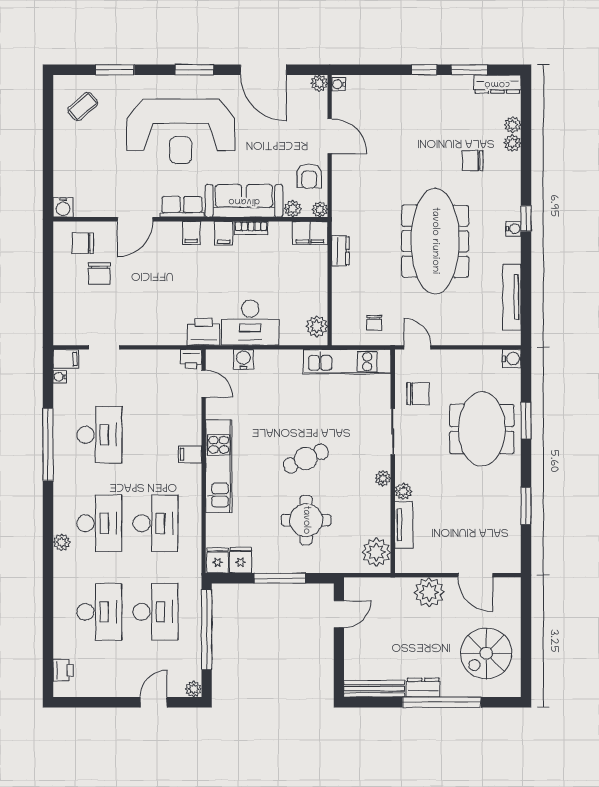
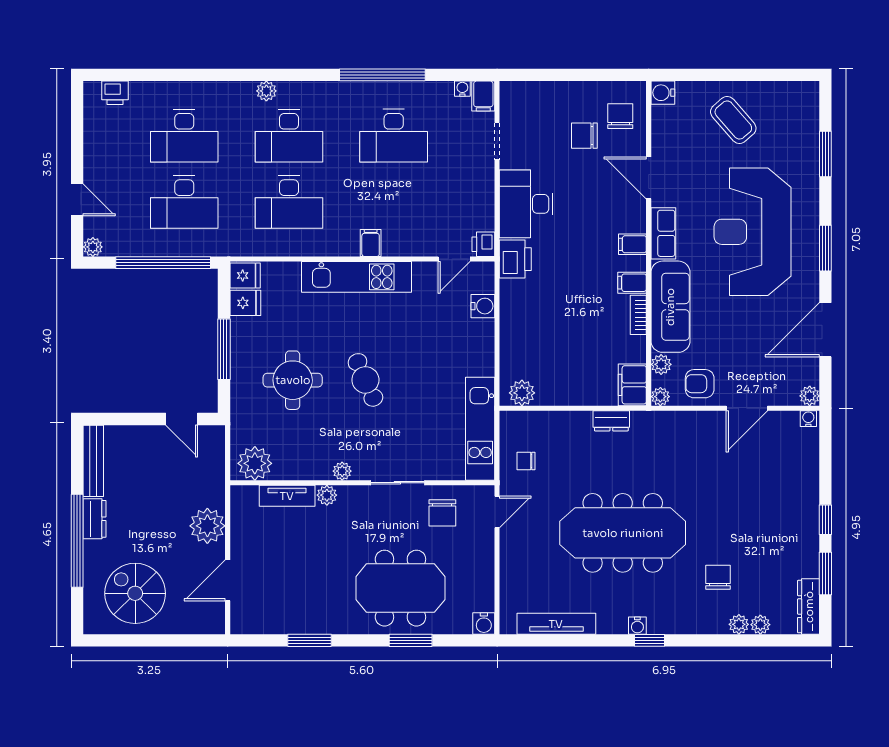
coffee table: (83, 106) -> (733, 120), moved, width x1.36, depth x1.30
desk: (250, 323) -> (526, 204), moved

